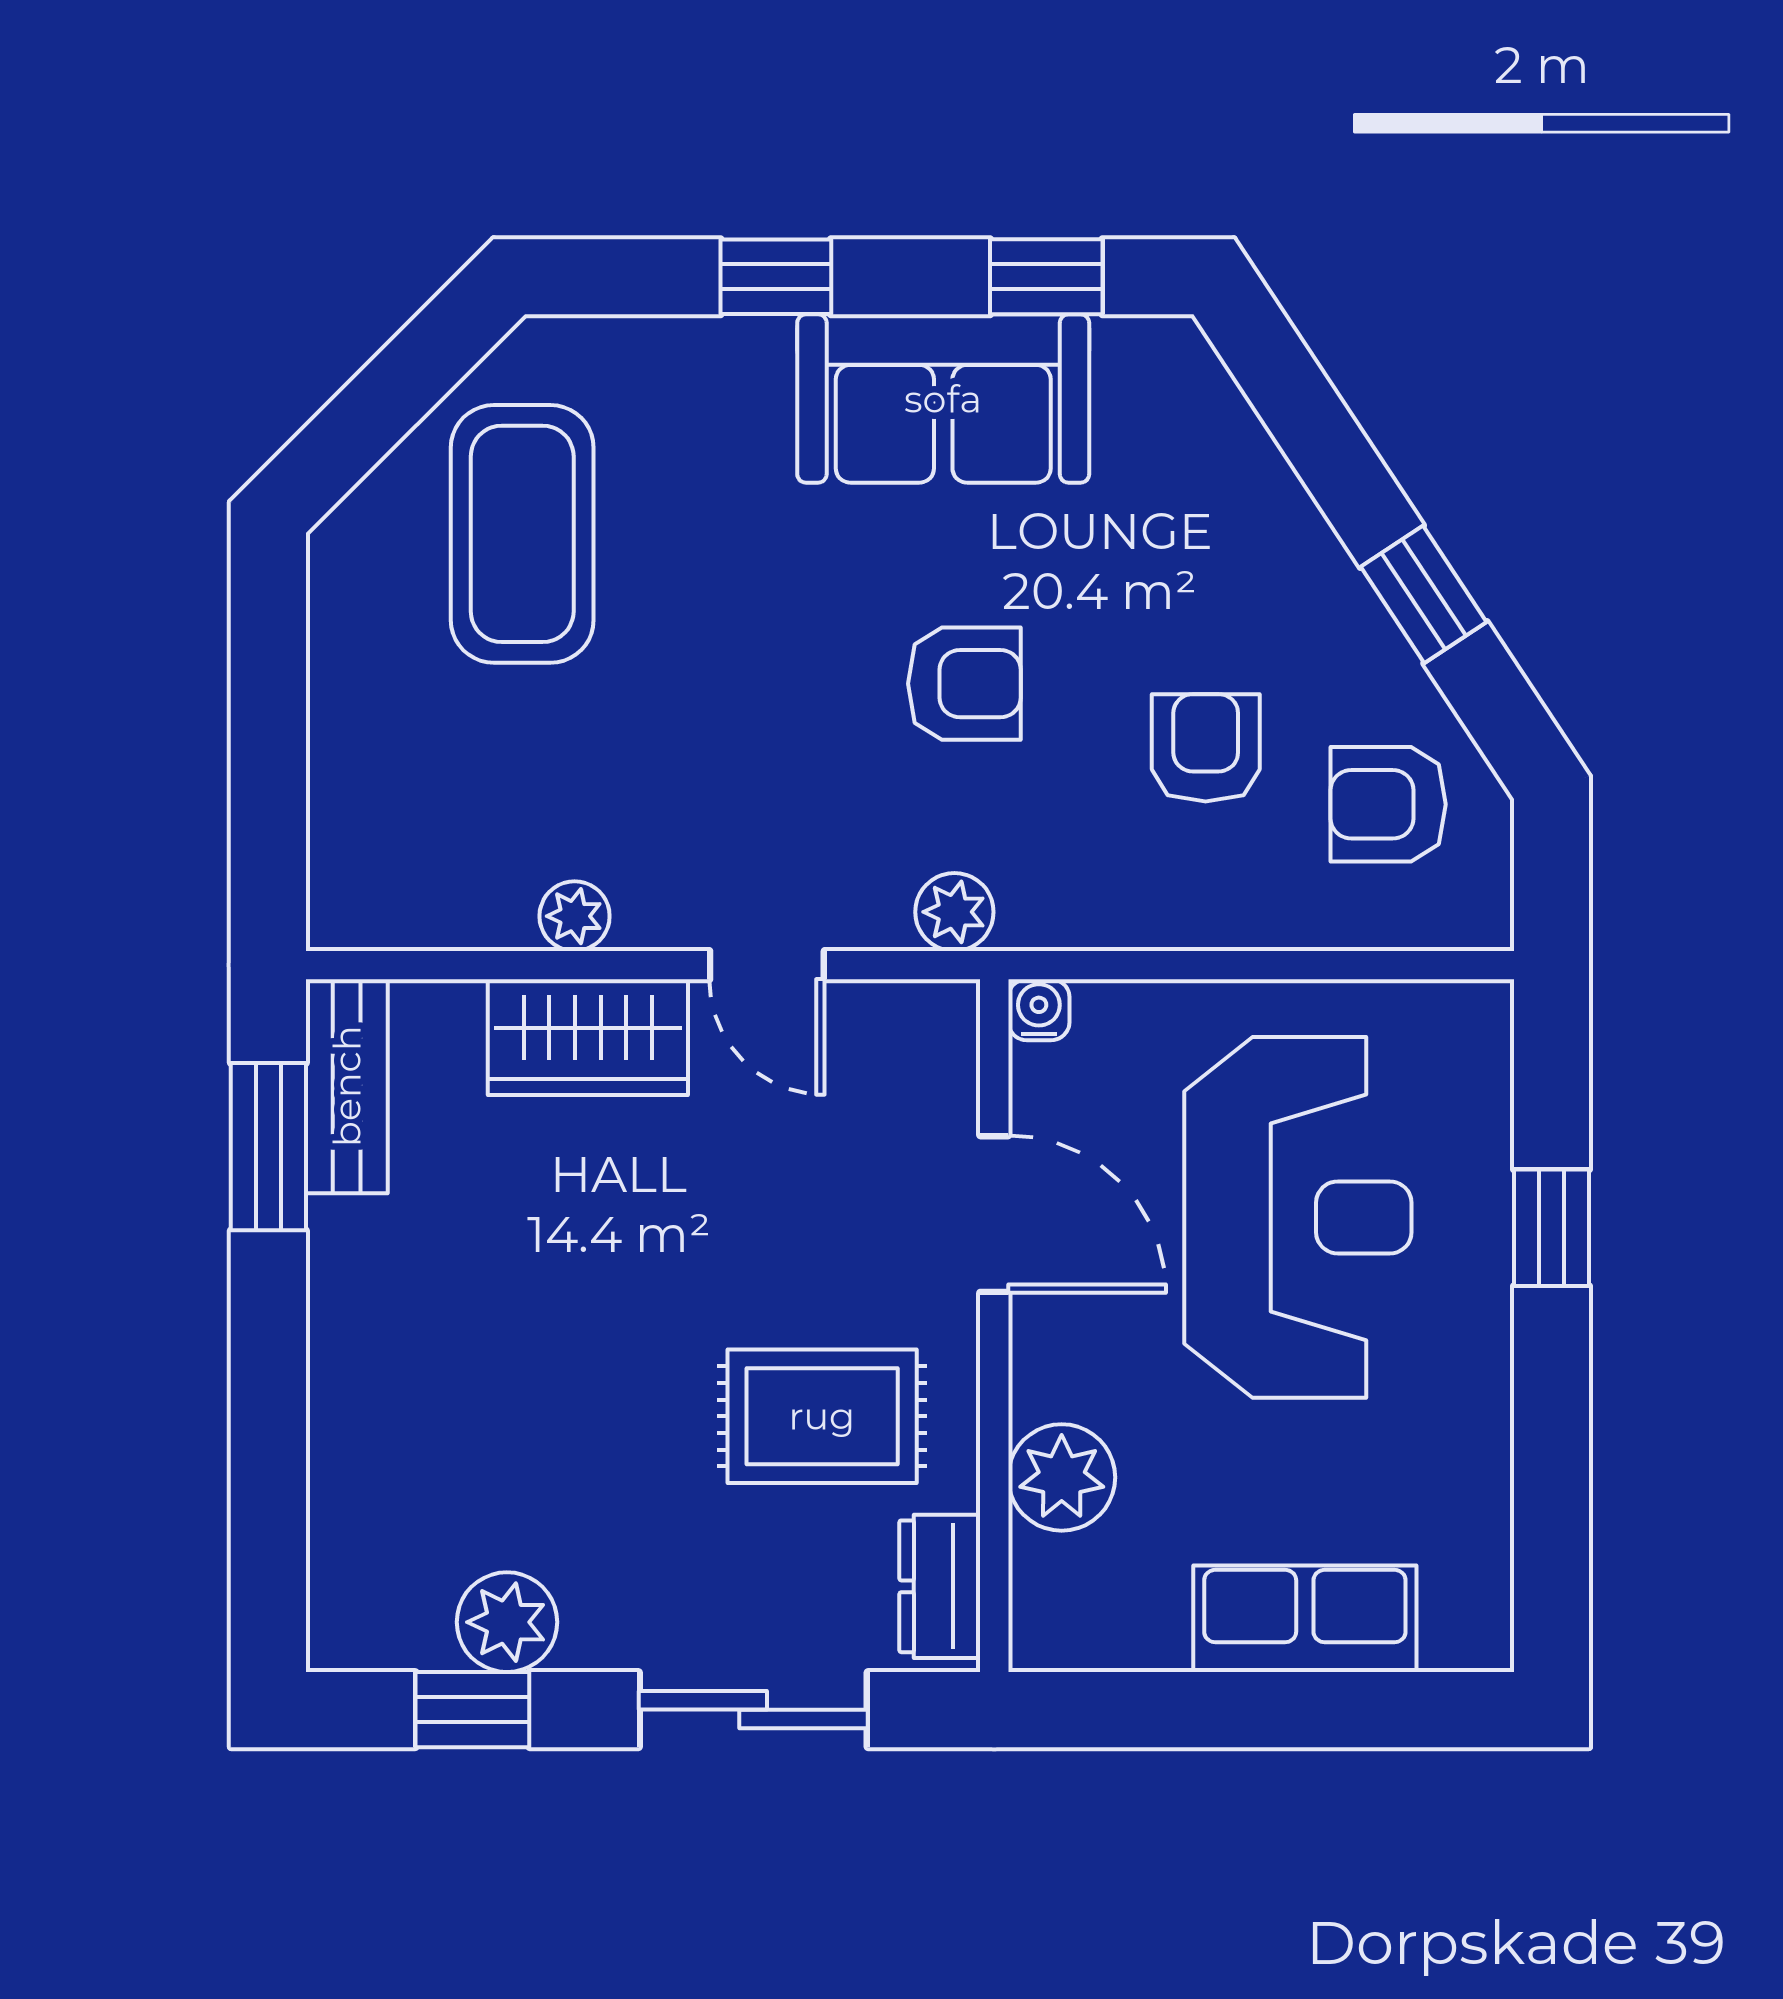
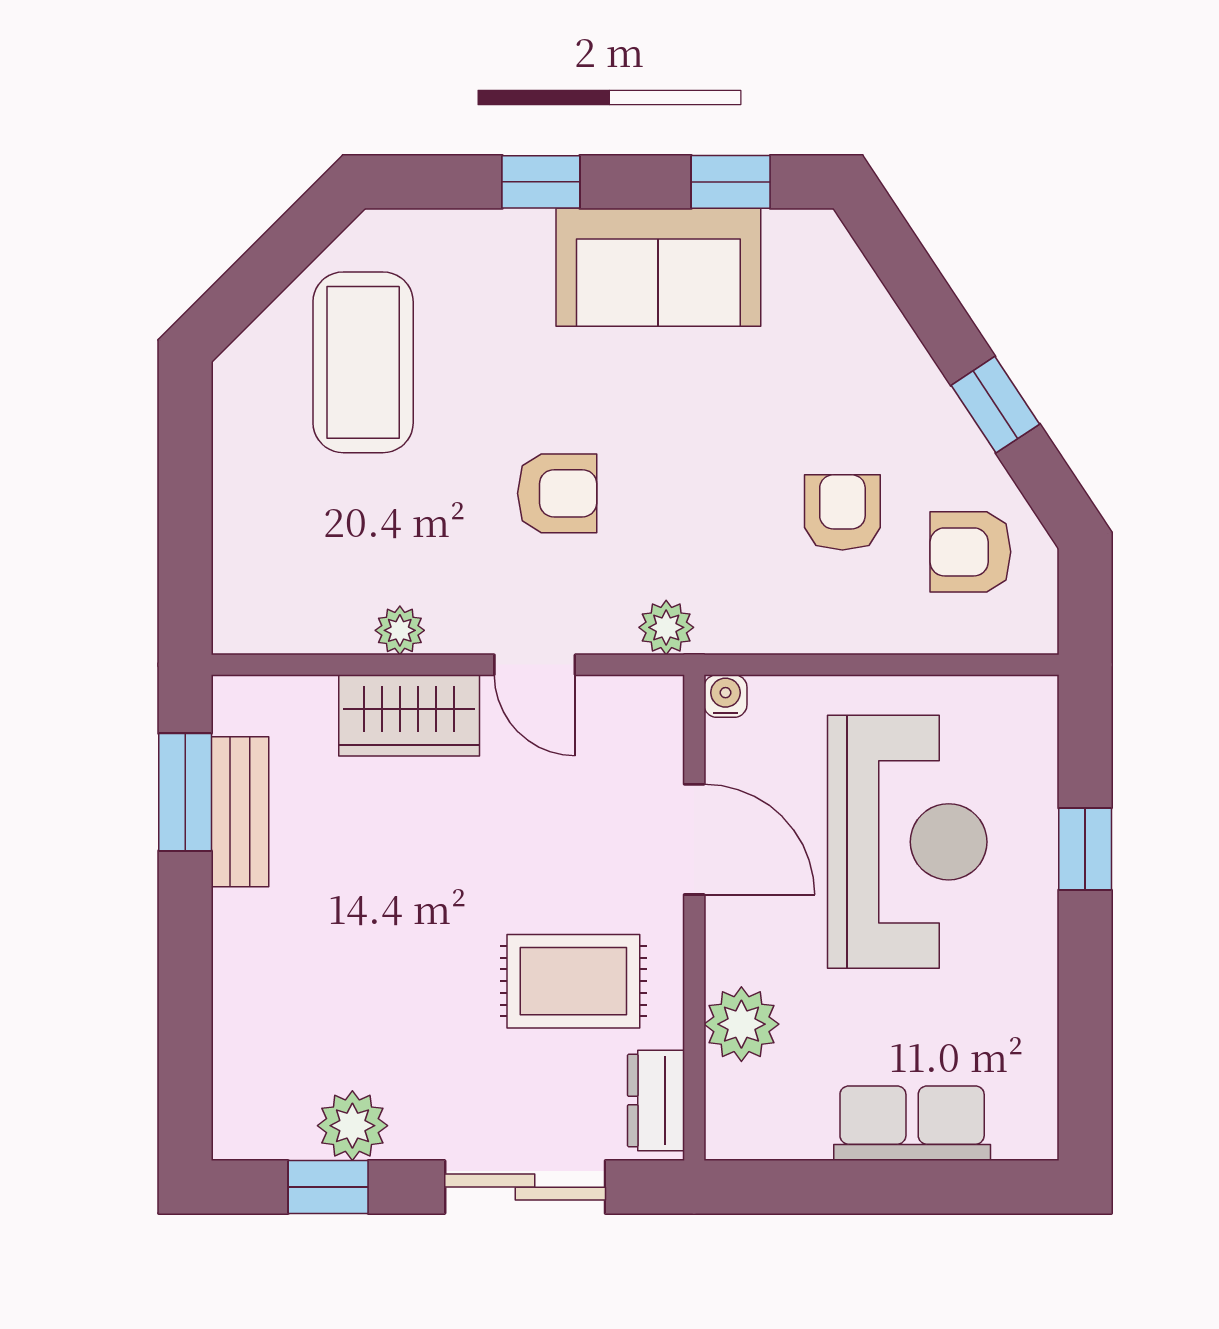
armchair: (964, 684) -> (557, 493), moved
bench: (347, 1086) -> (240, 812), moved

